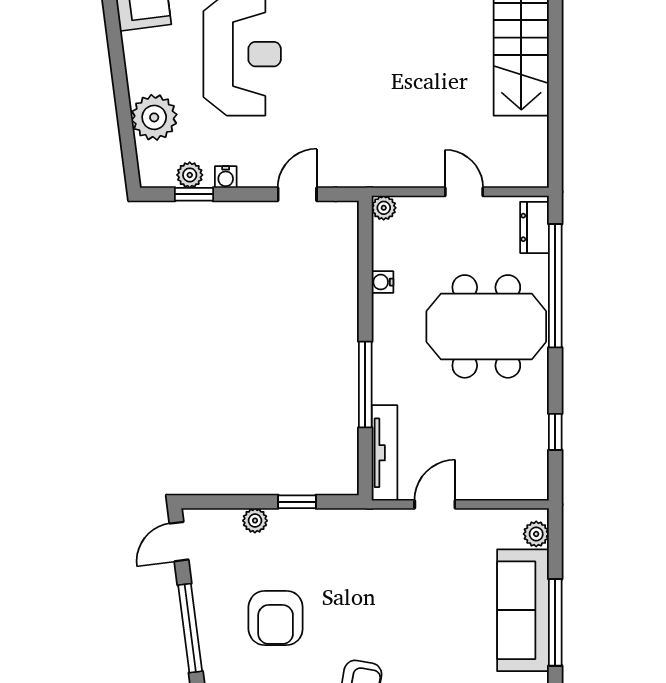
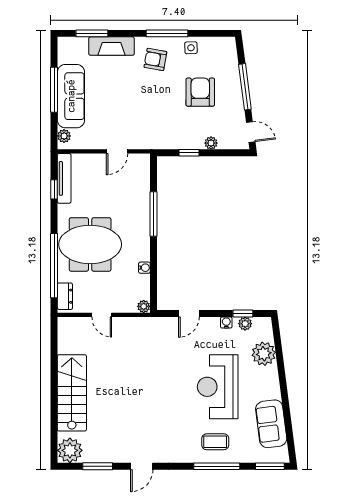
tv unit: (384, 453) -> (64, 178), moved, turned 180
door: (179, 542) -> (251, 132), hinge flipped

